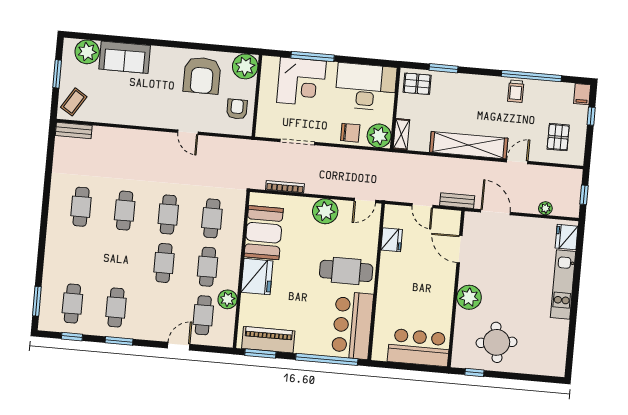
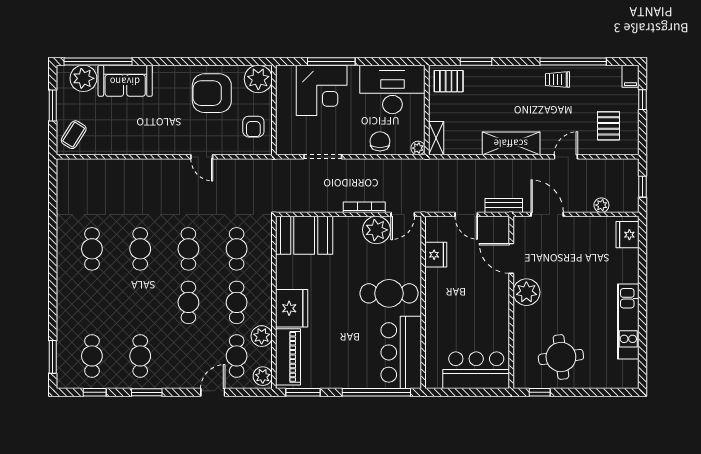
window: (102, 38) -> (98, 61), added
armchair: (202, 76) -> (212, 93), turned 90
trolley: (516, 91) -> (557, 80), turned 90
armchair: (237, 109) -> (253, 127), turned 180
bench: (74, 131) -> (76, 166), removed
chair: (350, 133) -> (380, 141), turned -90
plant: (379, 136) -> (418, 148), width x0.53, depth x0.53
shelving: (469, 145) -> (511, 143), width x0.68
bookcase: (285, 187) -> (364, 207), moved
plant: (325, 211) -> (376, 230), moved
booth: (264, 233) -> (304, 235), moved, turned 90
kitchen unit: (563, 284) -> (628, 322), moved
plant: (469, 297) -> (526, 292), moved
plant: (225, 336) -> (263, 376), added
piano: (268, 340) -> (288, 357), moved, turned 90

